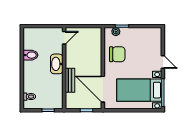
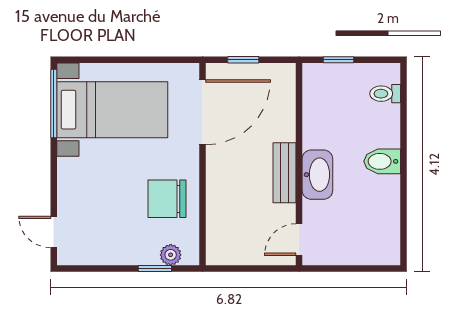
bidet: (31, 55) -> (382, 161), moved
door: (163, 62) -> (54, 232), moved
bench: (70, 80) -> (284, 173), moved
door: (103, 89) -> (202, 112), hinge flipped

